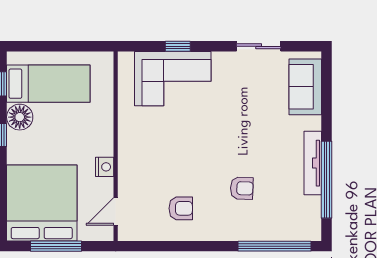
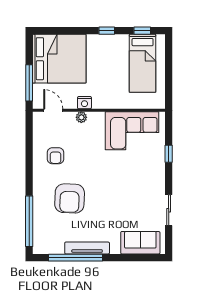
corner sofa: (173, 79) -> (132, 131), moved, turned -90
floor lamp: (20, 117) -> (119, 43), removed
plant: (126, 171) -> (81, 117), added
armchair: (242, 188) -> (70, 198), width x1.88, depth x1.88
window: (56, 246) -> (29, 83), moved

